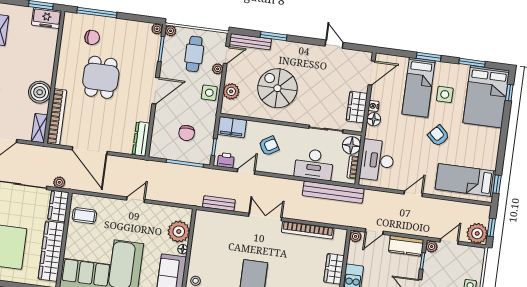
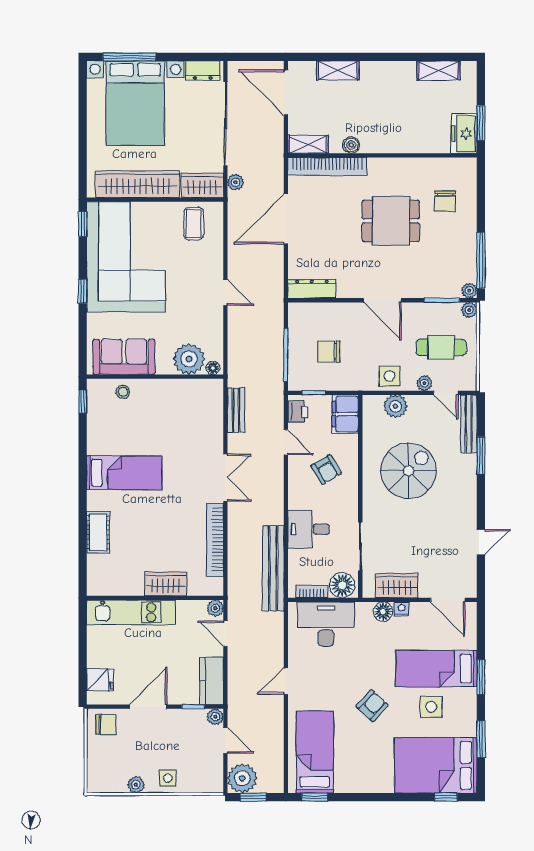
window: (97, 13) -> (481, 260), moved
boiler: (40, 92) -> (351, 145), width x0.54, depth x0.54
desk: (314, 164) -> (309, 529), width x0.73
door: (413, 194) -> (286, 681), swing flipped
floor lamp: (183, 249) -> (213, 368), moved

